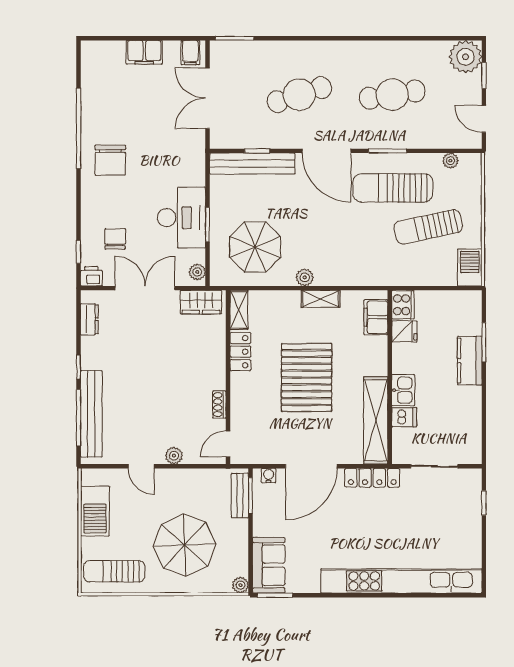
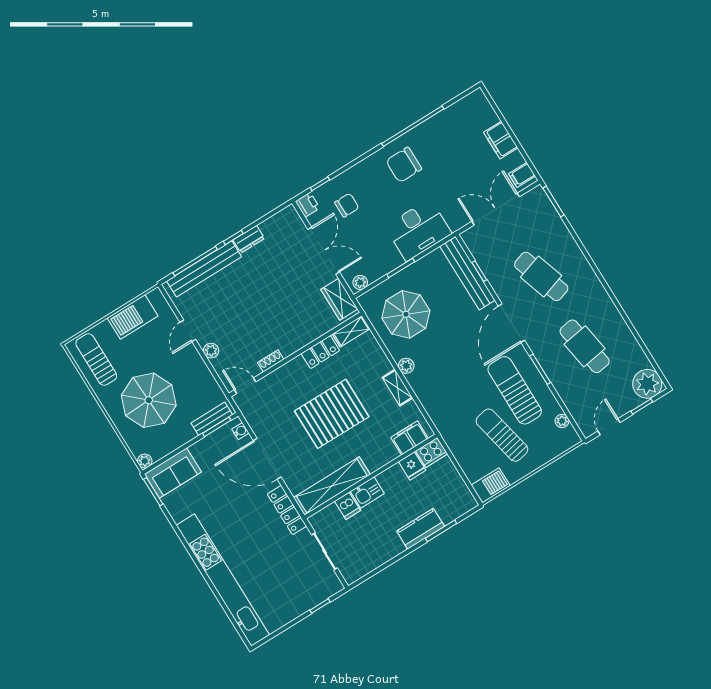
desk: (181, 218) -> (418, 230), moved
dresser: (89, 319) -> (249, 239), moved

